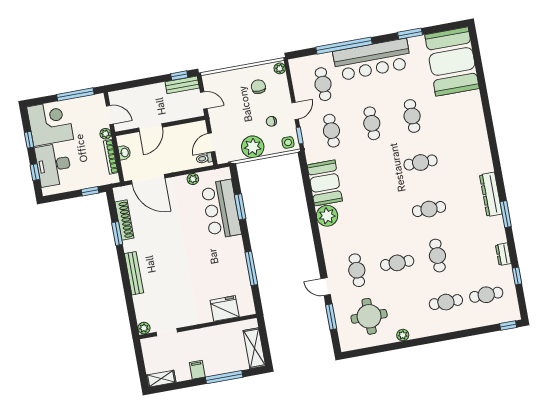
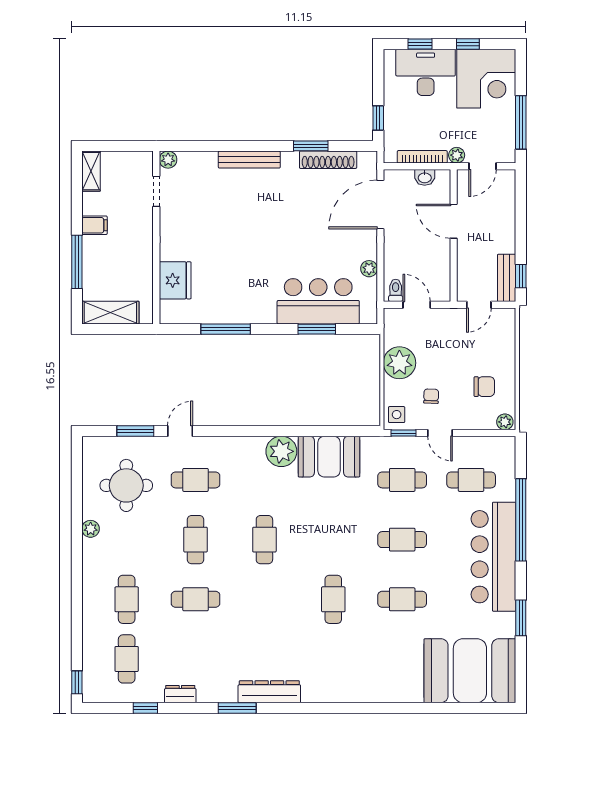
cafe table: (429, 209) -> (264, 540), moved

